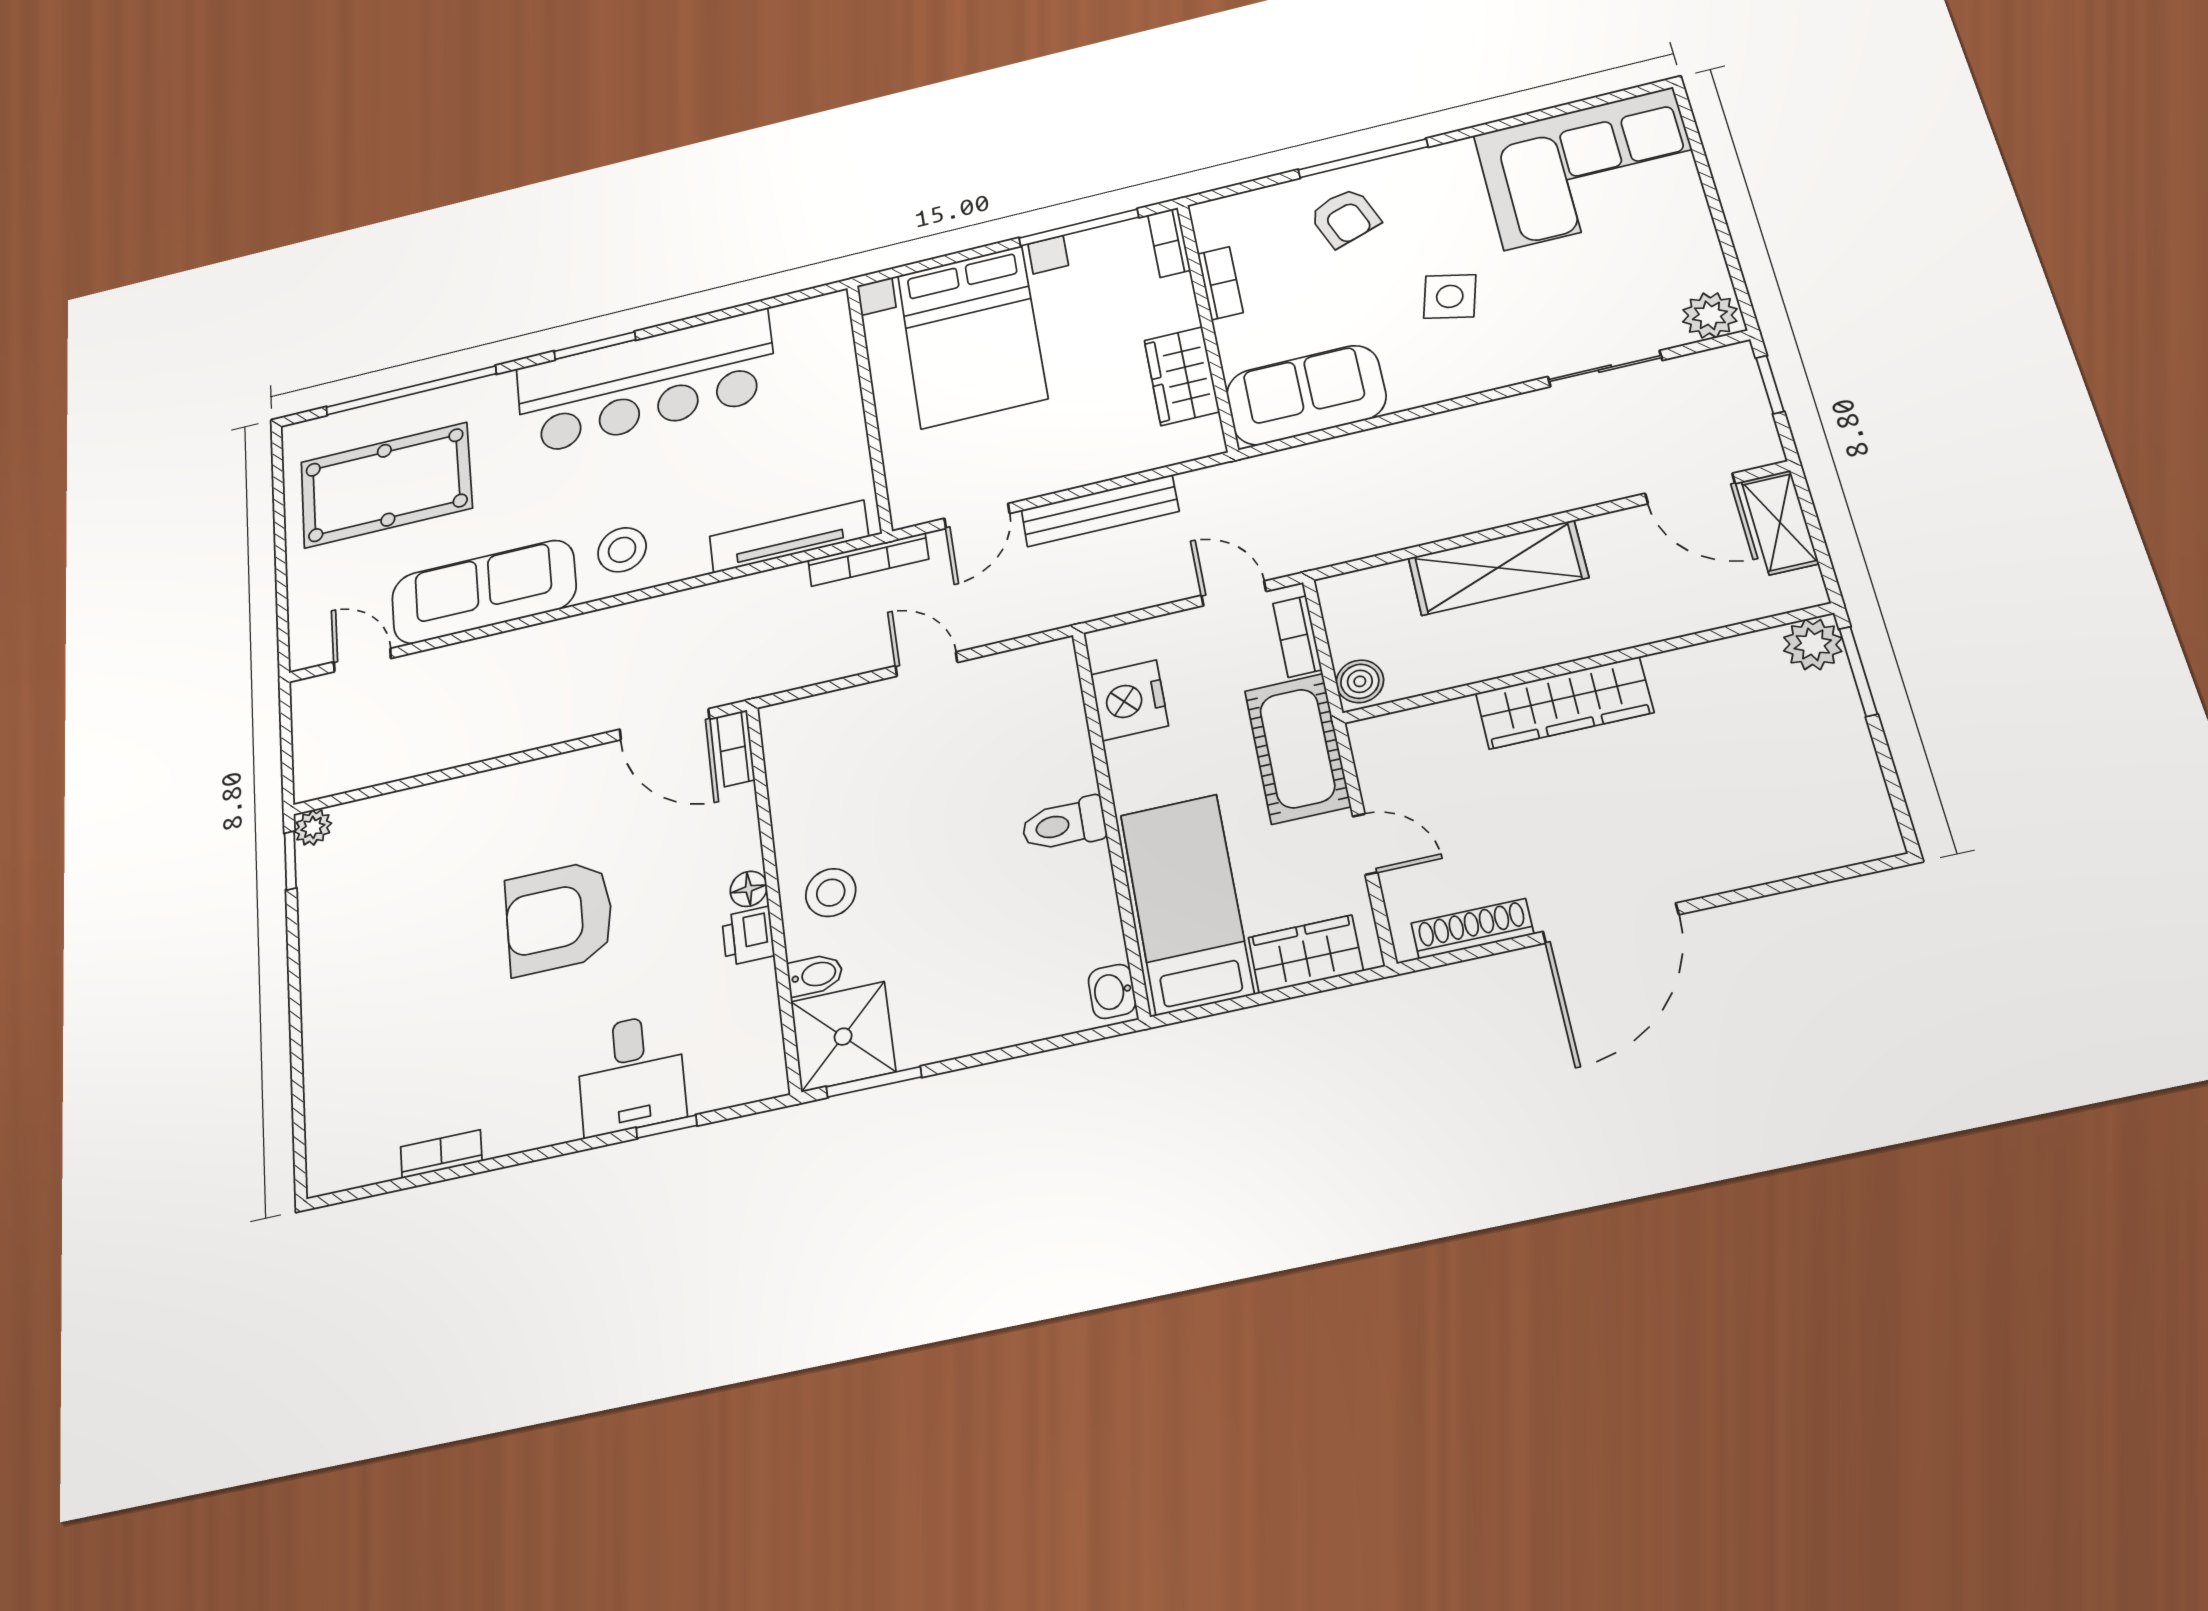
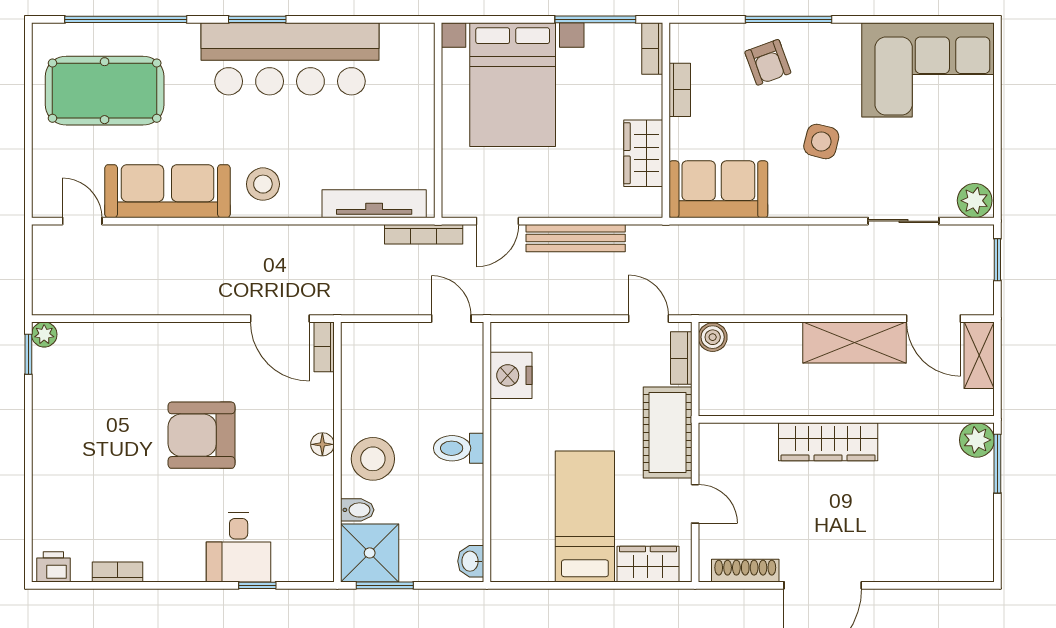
shelving: (1498, 568) -> (854, 342), moved
boiler: (1360, 681) -> (713, 337), moved
nightstand: (1129, 700) -> (511, 375), moved
wall: (1110, 820) -> (487, 452), moved
toilet: (1064, 824) -> (459, 448), moved
stool: (831, 893) -> (373, 459), width x1.38, depth x1.38
printer: (748, 936) -> (53, 567), moved, turned 90
washbasin: (1112, 991) -> (471, 561), moved

